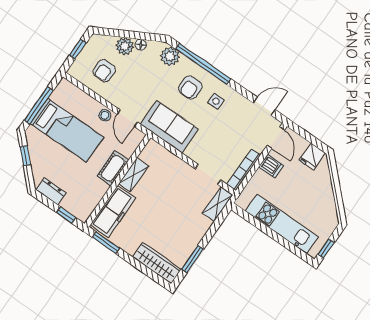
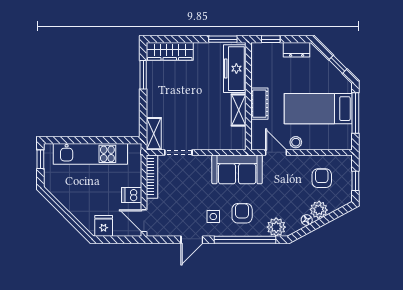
door: (264, 106) -> (192, 240), moved

